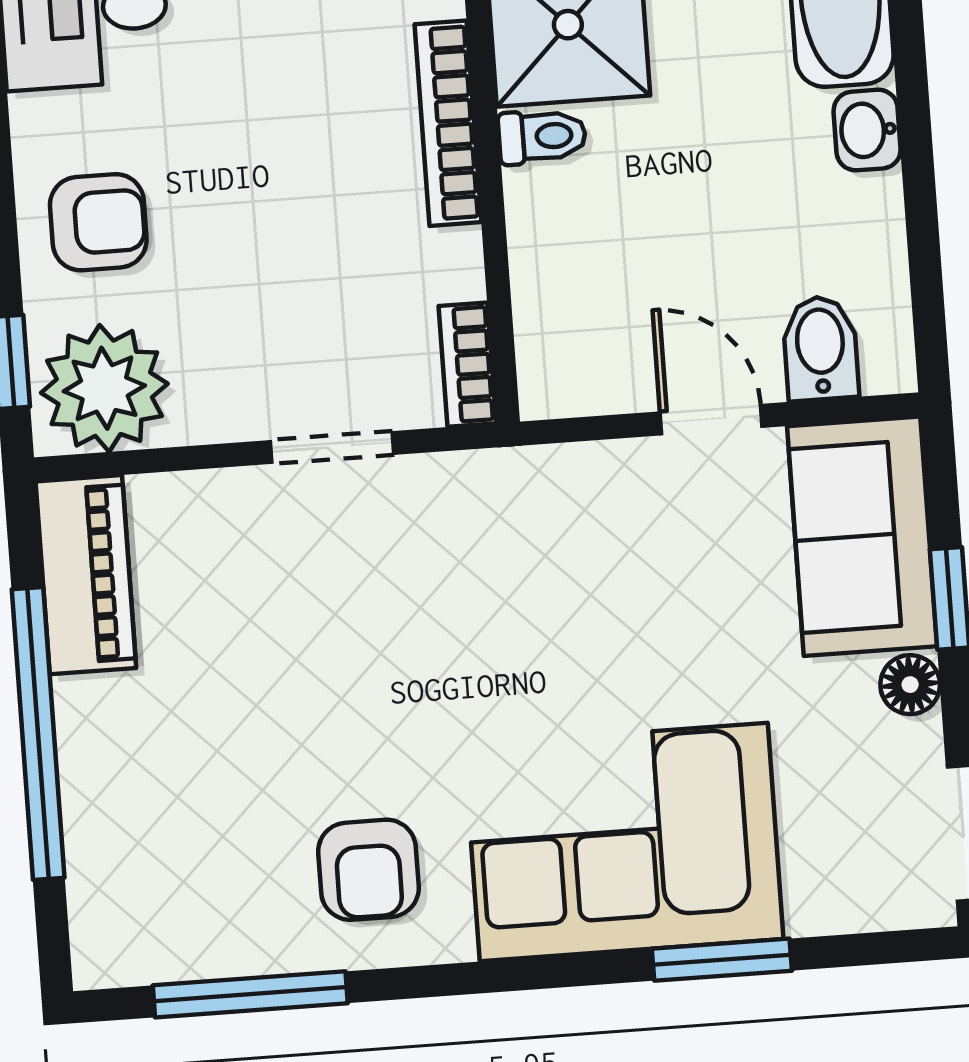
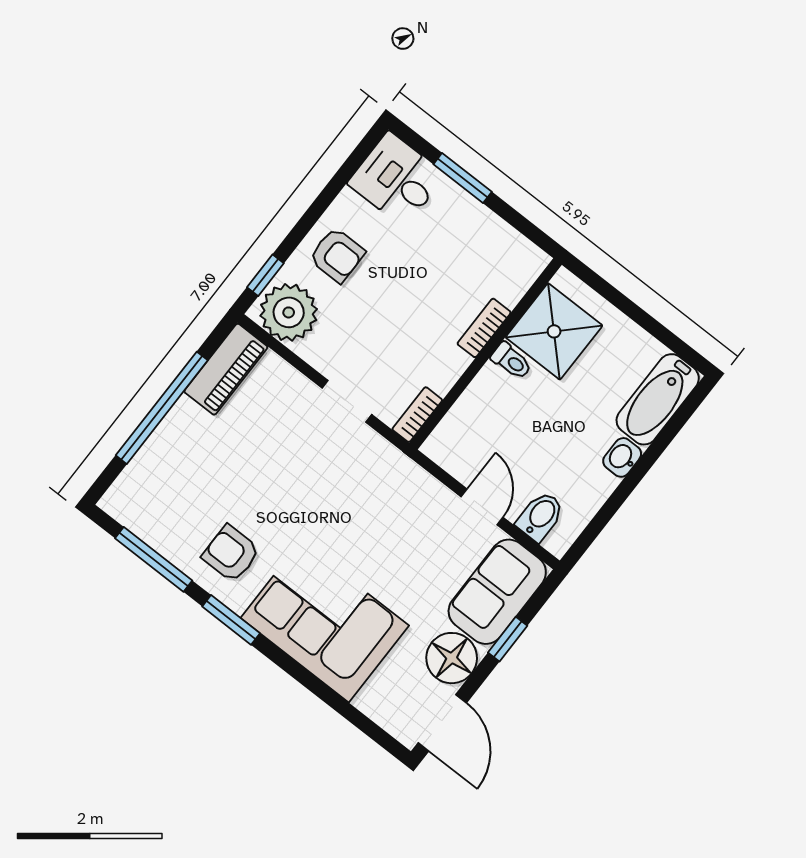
bookcase: (448, 123) -> (484, 328), width x0.64
floor lamp: (910, 685) -> (452, 658), width x1.89, depth x1.89
armchair: (369, 870) -> (231, 554), turned 90
window: (722, 960) -> (231, 620), moved

